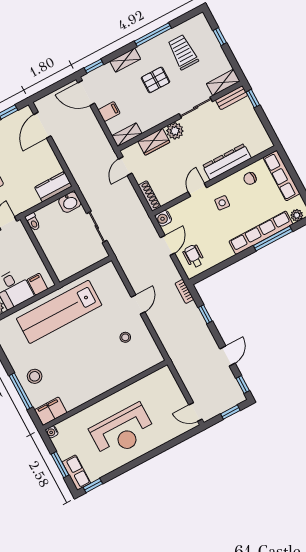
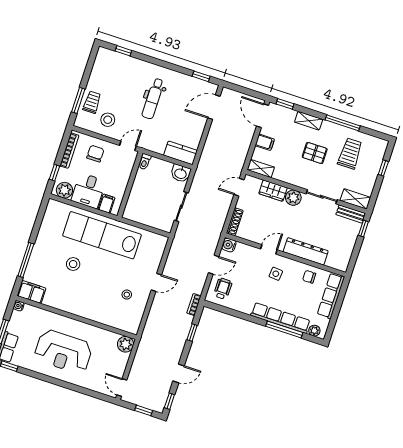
stool: (35, 376) -> (73, 264), moved
plant: (164, 376) -> (125, 344), added

